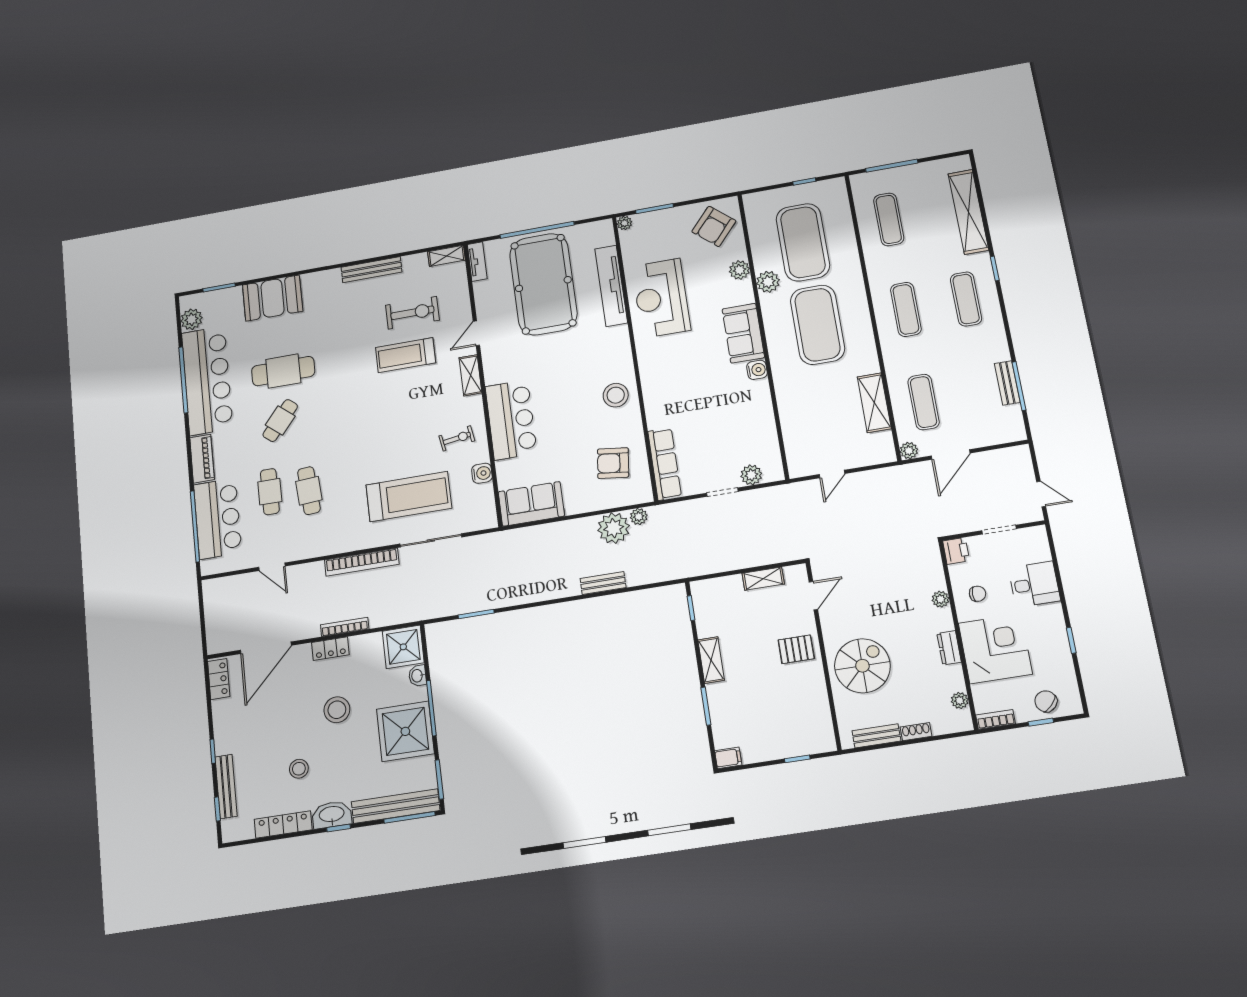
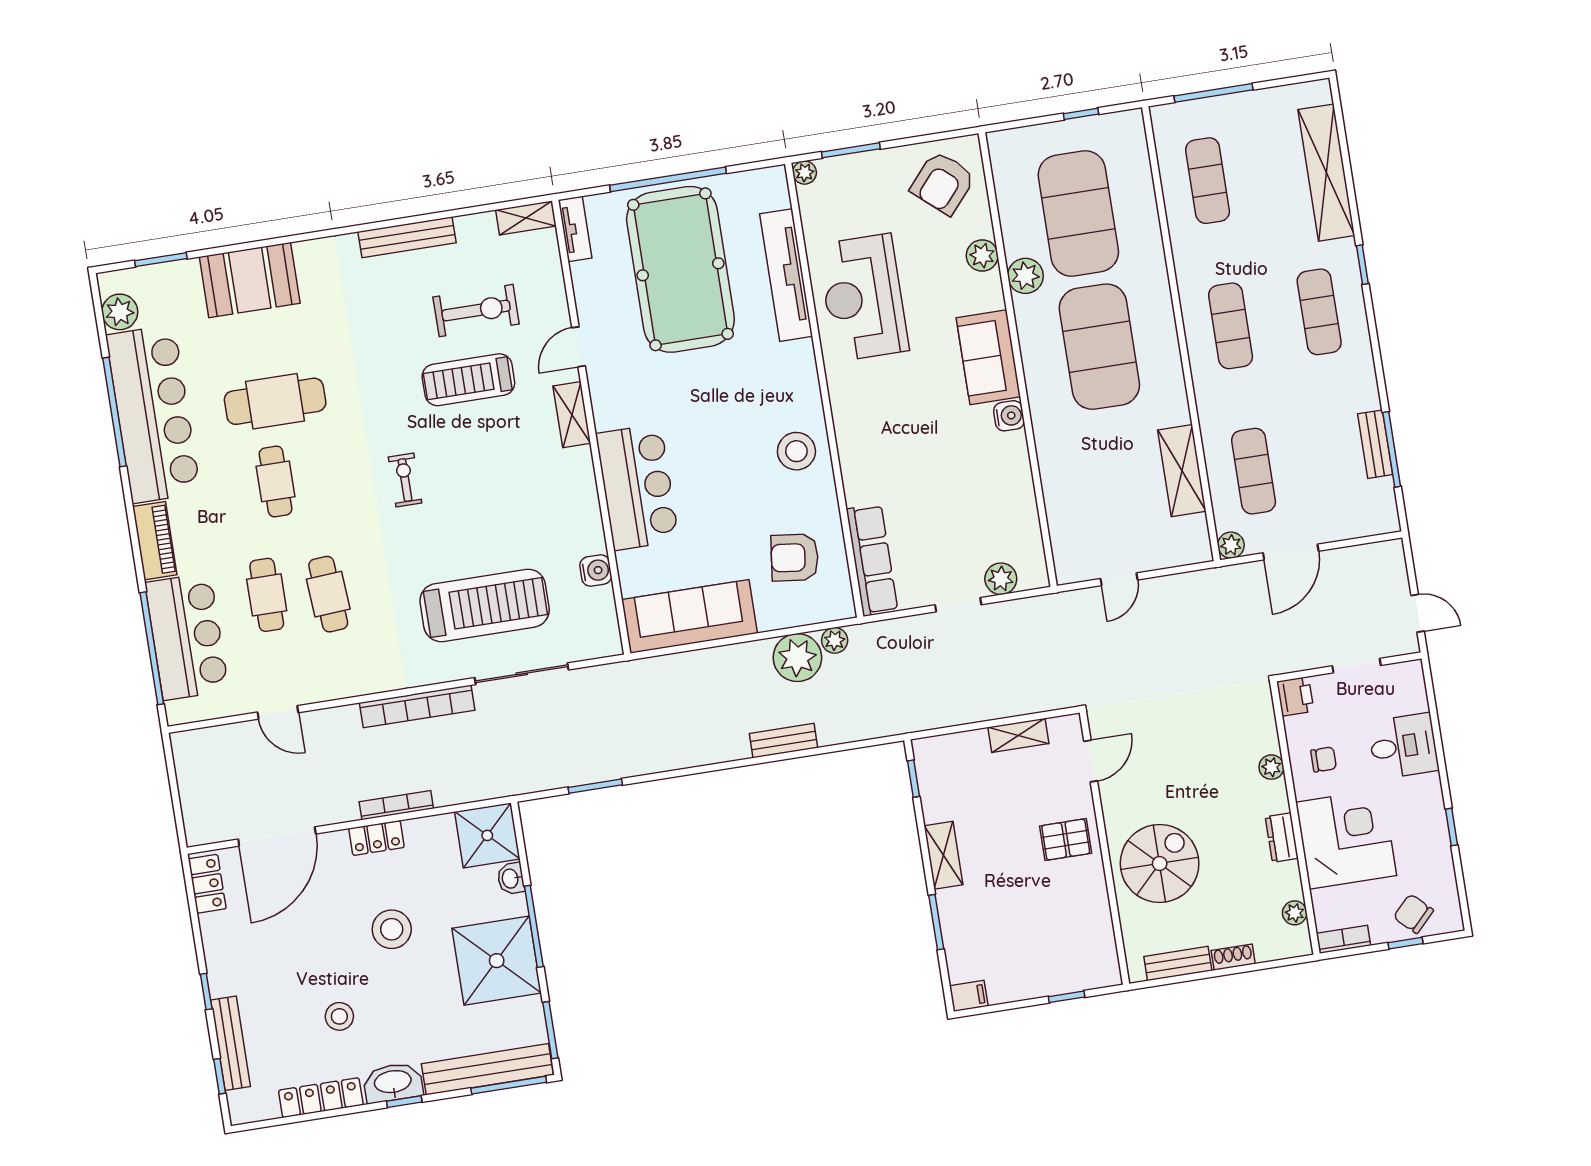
cafe table: (280, 420) -> (276, 481), turned -40
exercise bike: (457, 438) -> (405, 480), moved, turned -81
sofa: (531, 504) -> (690, 616), width x1.36

